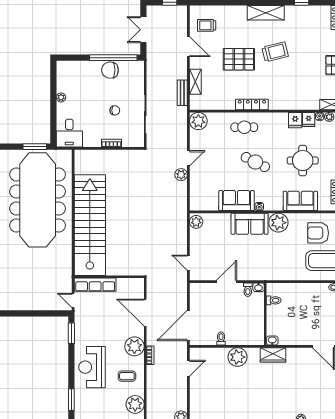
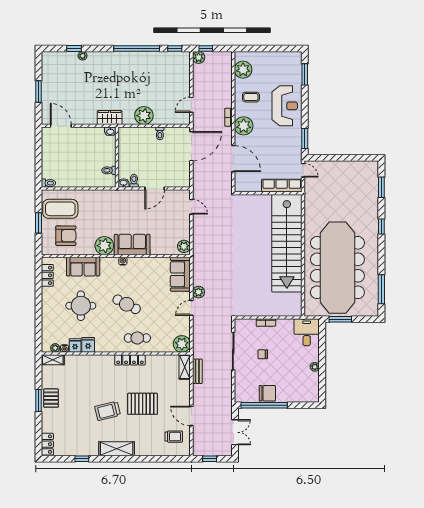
shelving: (195, 82) -> (185, 367), moved
sofa: (236, 201) -> (180, 274), moved, turned 90

